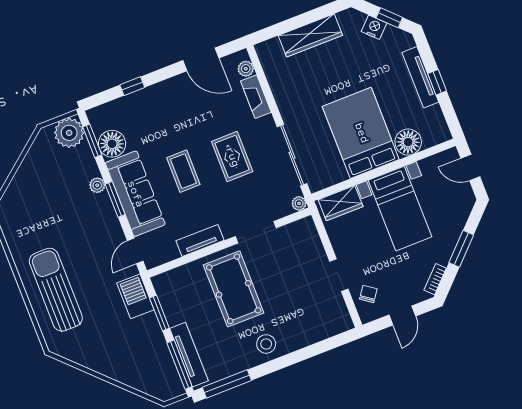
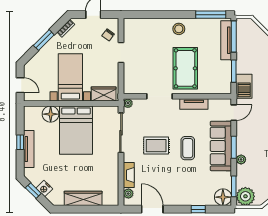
floor lamp: (112, 144) -> (223, 197), moved
rug: (232, 157) -> (156, 146), turned 90

